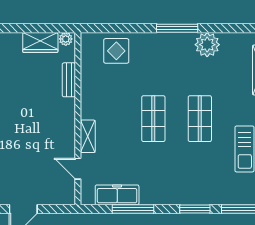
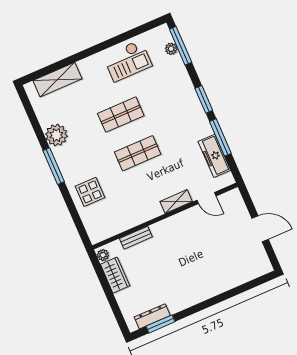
display table: (116, 51) -> (90, 192), moved
door: (78, 169) -> (207, 198), hinge flipped
plant: (244, 198) -> (171, 49), added
window: (195, 209) -> (204, 99), moved

